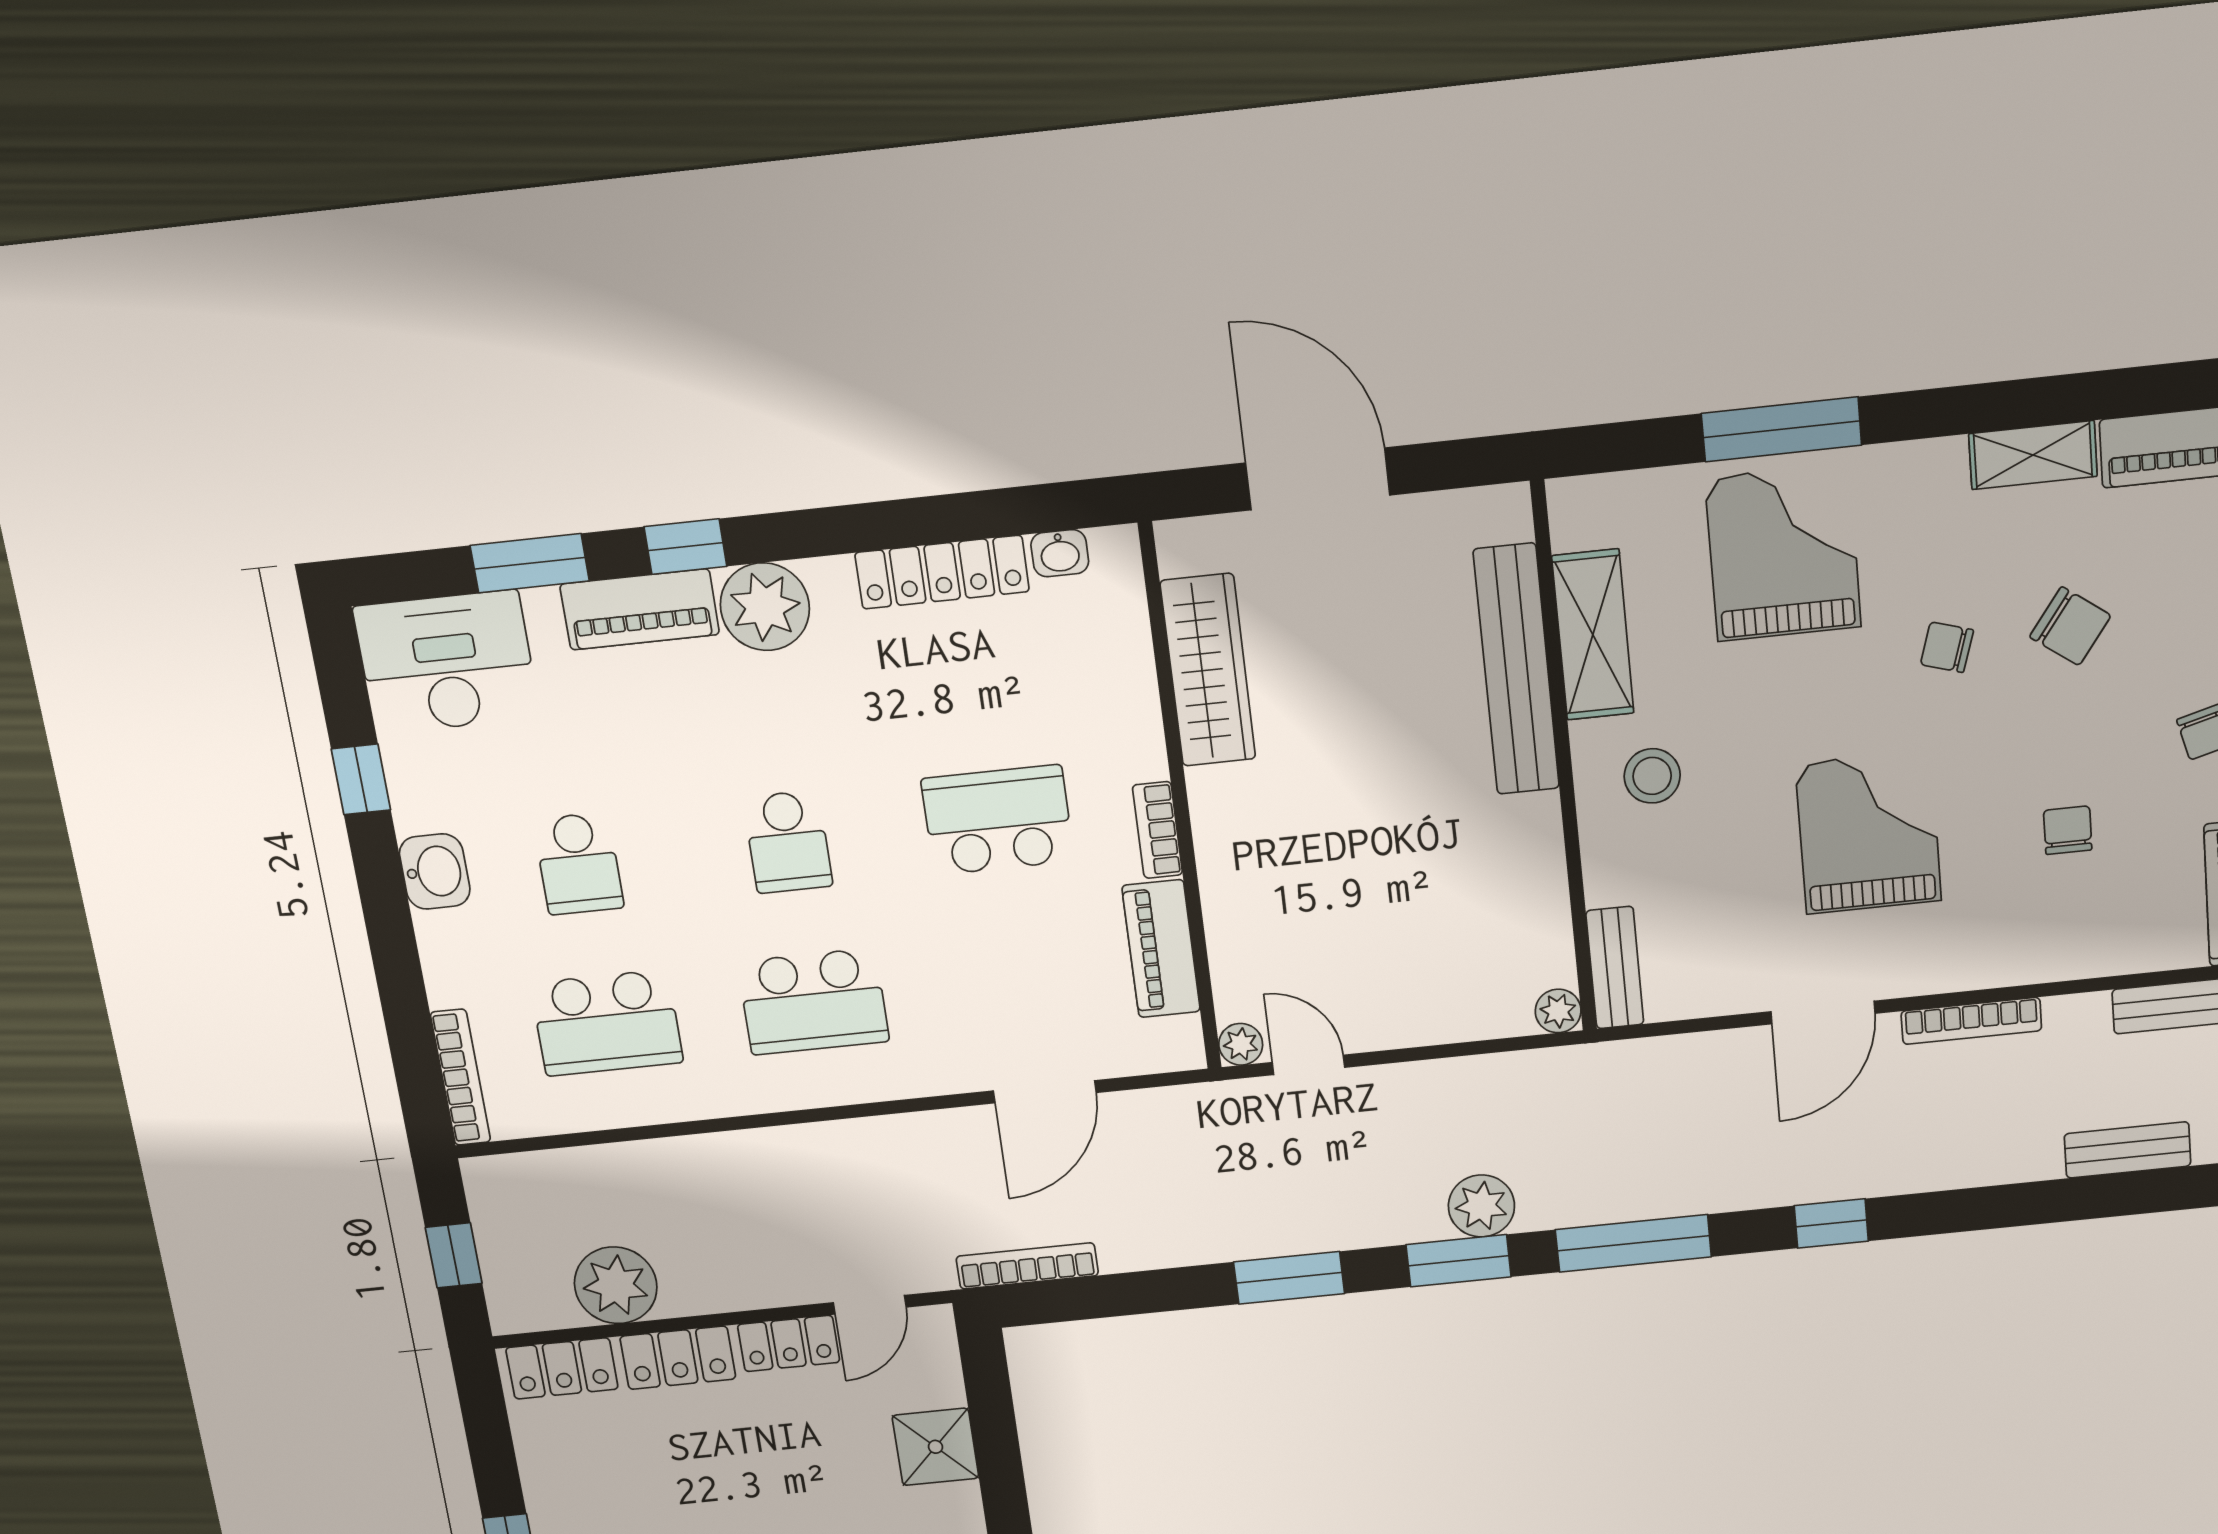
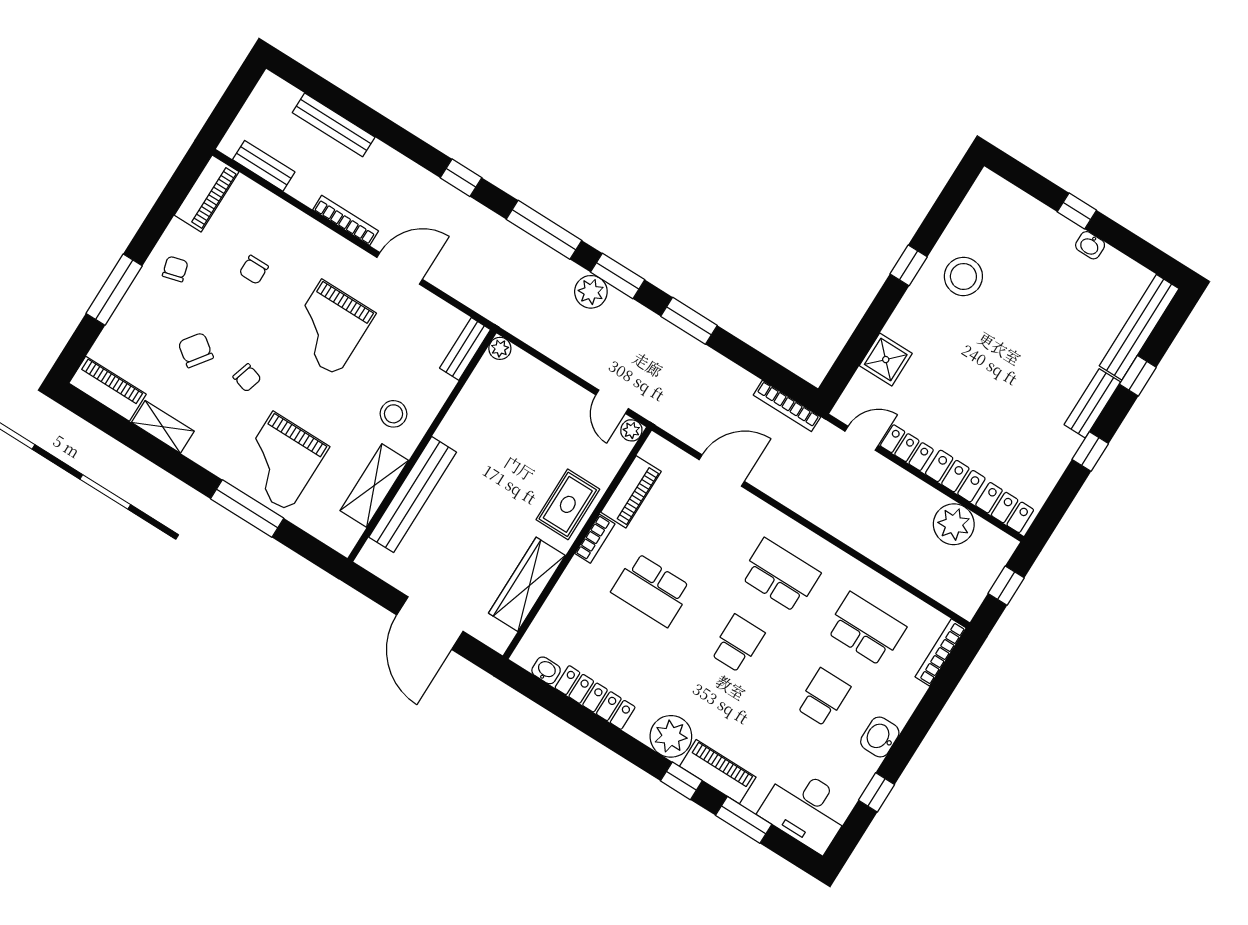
rug: (1247, 851) -> (568, 504), added
bench: (2128, 1150) -> (334, 125), width x1.36

